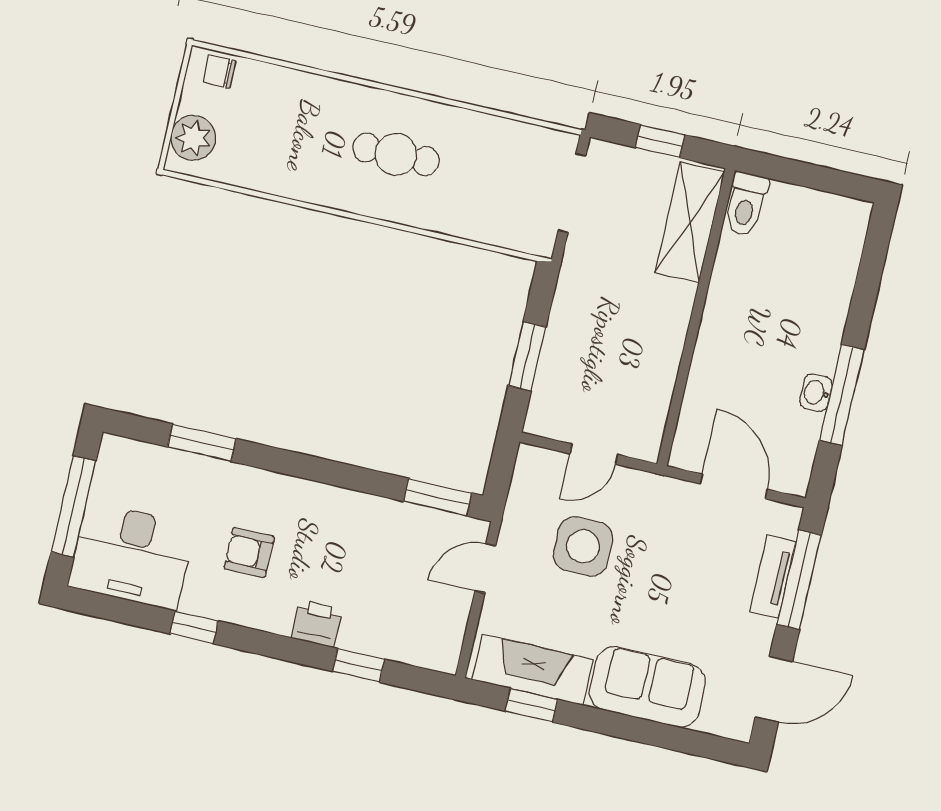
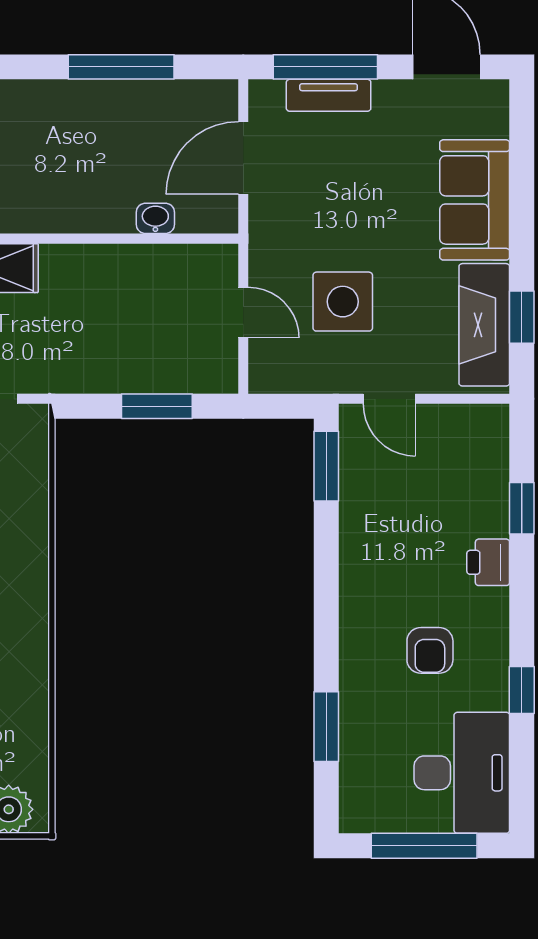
washbasin: (816, 393) -> (155, 218), moved, turned 180

